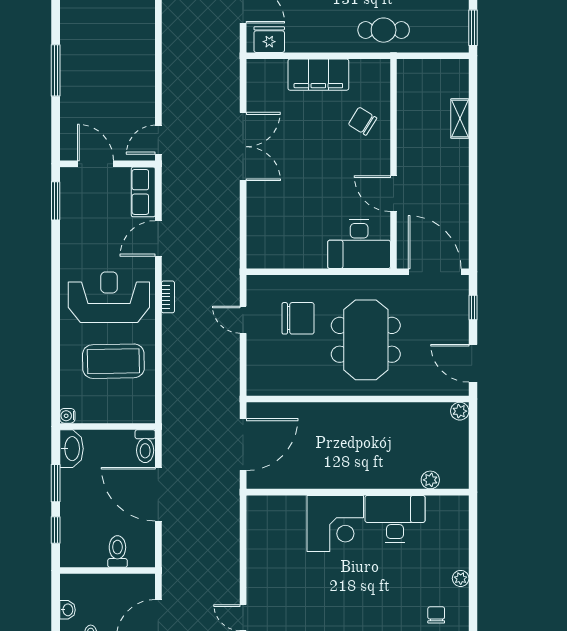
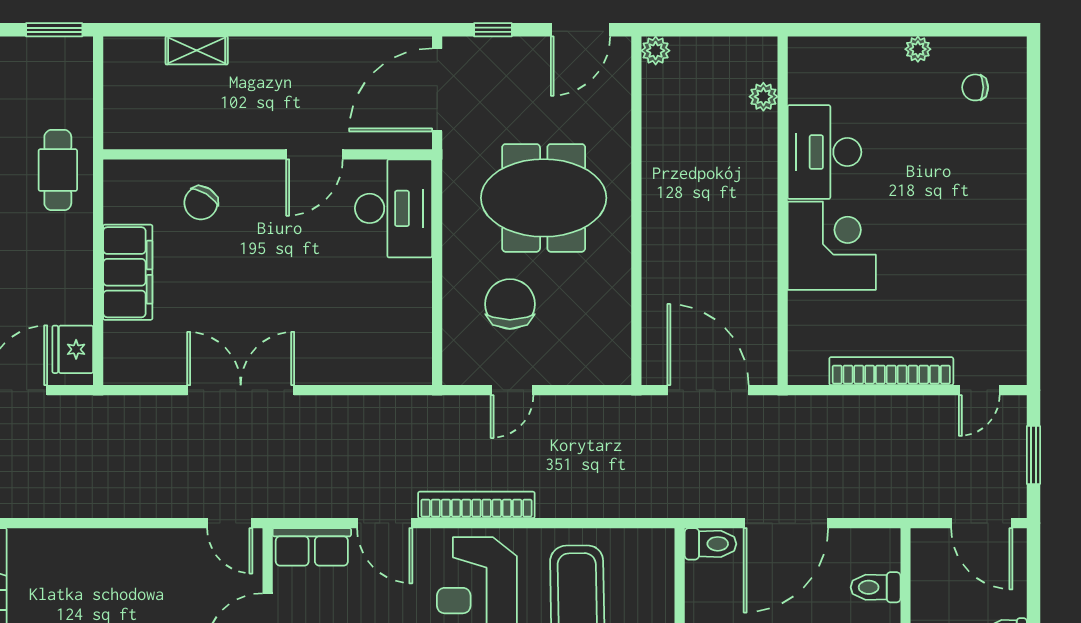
bookcase: (168, 297) -> (476, 505), width x2.31, depth x1.31
bookcase: (255, 561) -> (891, 371), added

